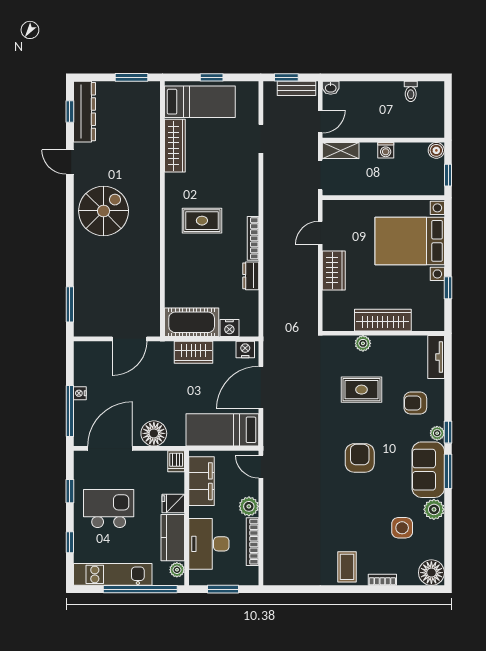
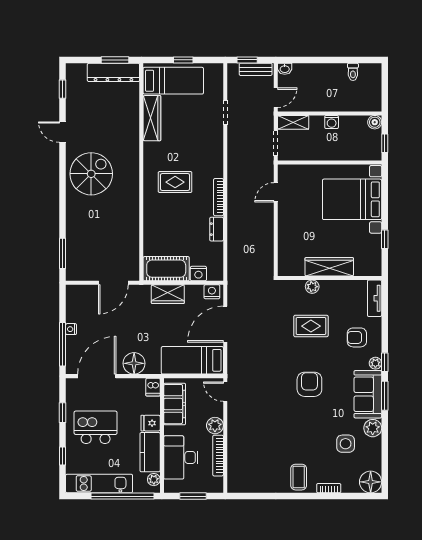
dresser: (85, 112) -> (113, 72), moved, turned 90
wardrobe: (334, 270) -> (287, 224), removed

